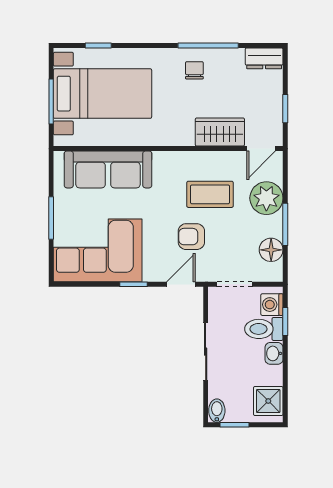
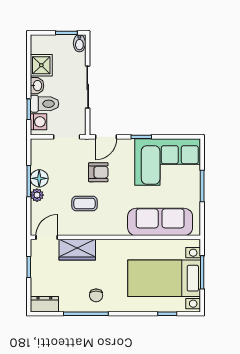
coffee table: (210, 194) -> (85, 204), width x0.73, depth x0.77
plant: (266, 198) -> (37, 195), width x0.53, depth x0.53
floor lamp: (271, 250) -> (39, 178), moved
shower: (268, 401) -> (41, 65), moved

